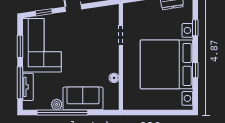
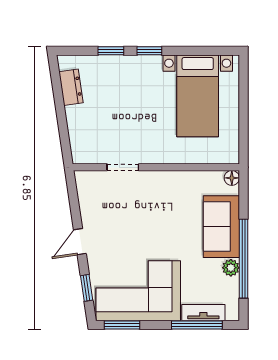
window: (20, 46) -> (122, 325), moved
bed with nightstands: (166, 64) -> (198, 96), width x0.54
window: (195, 70) -> (149, 51), moved
floor lamp: (114, 78) -> (232, 178), moved

